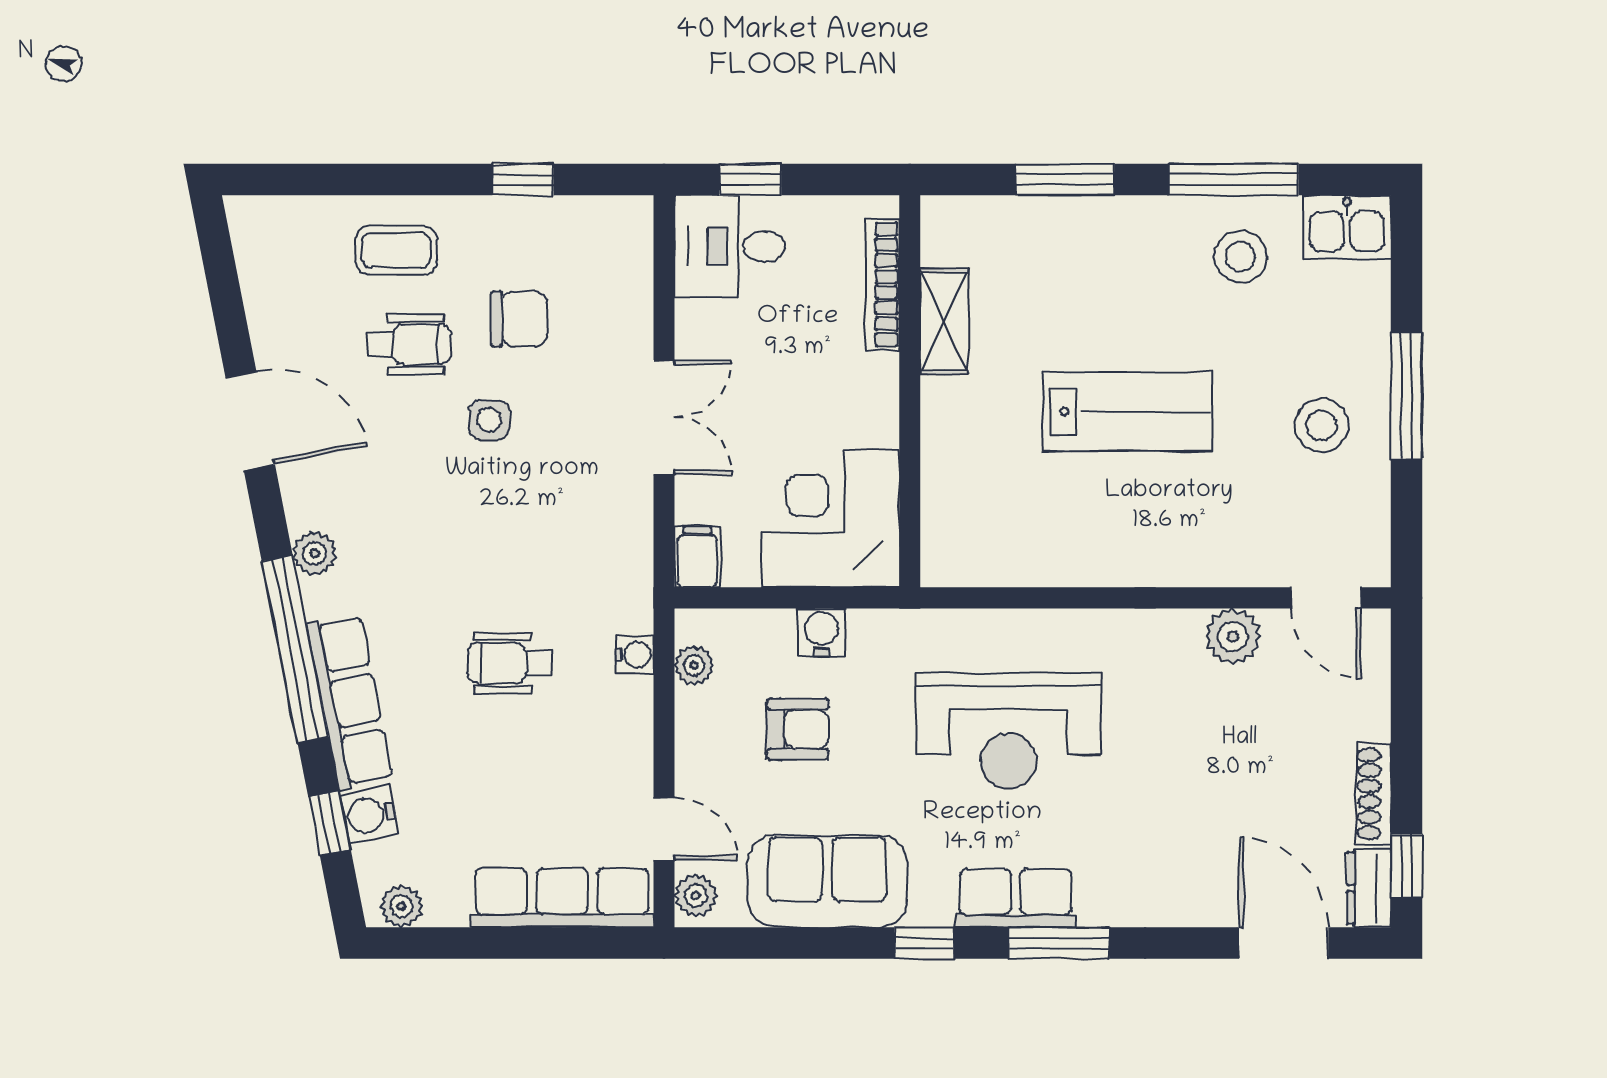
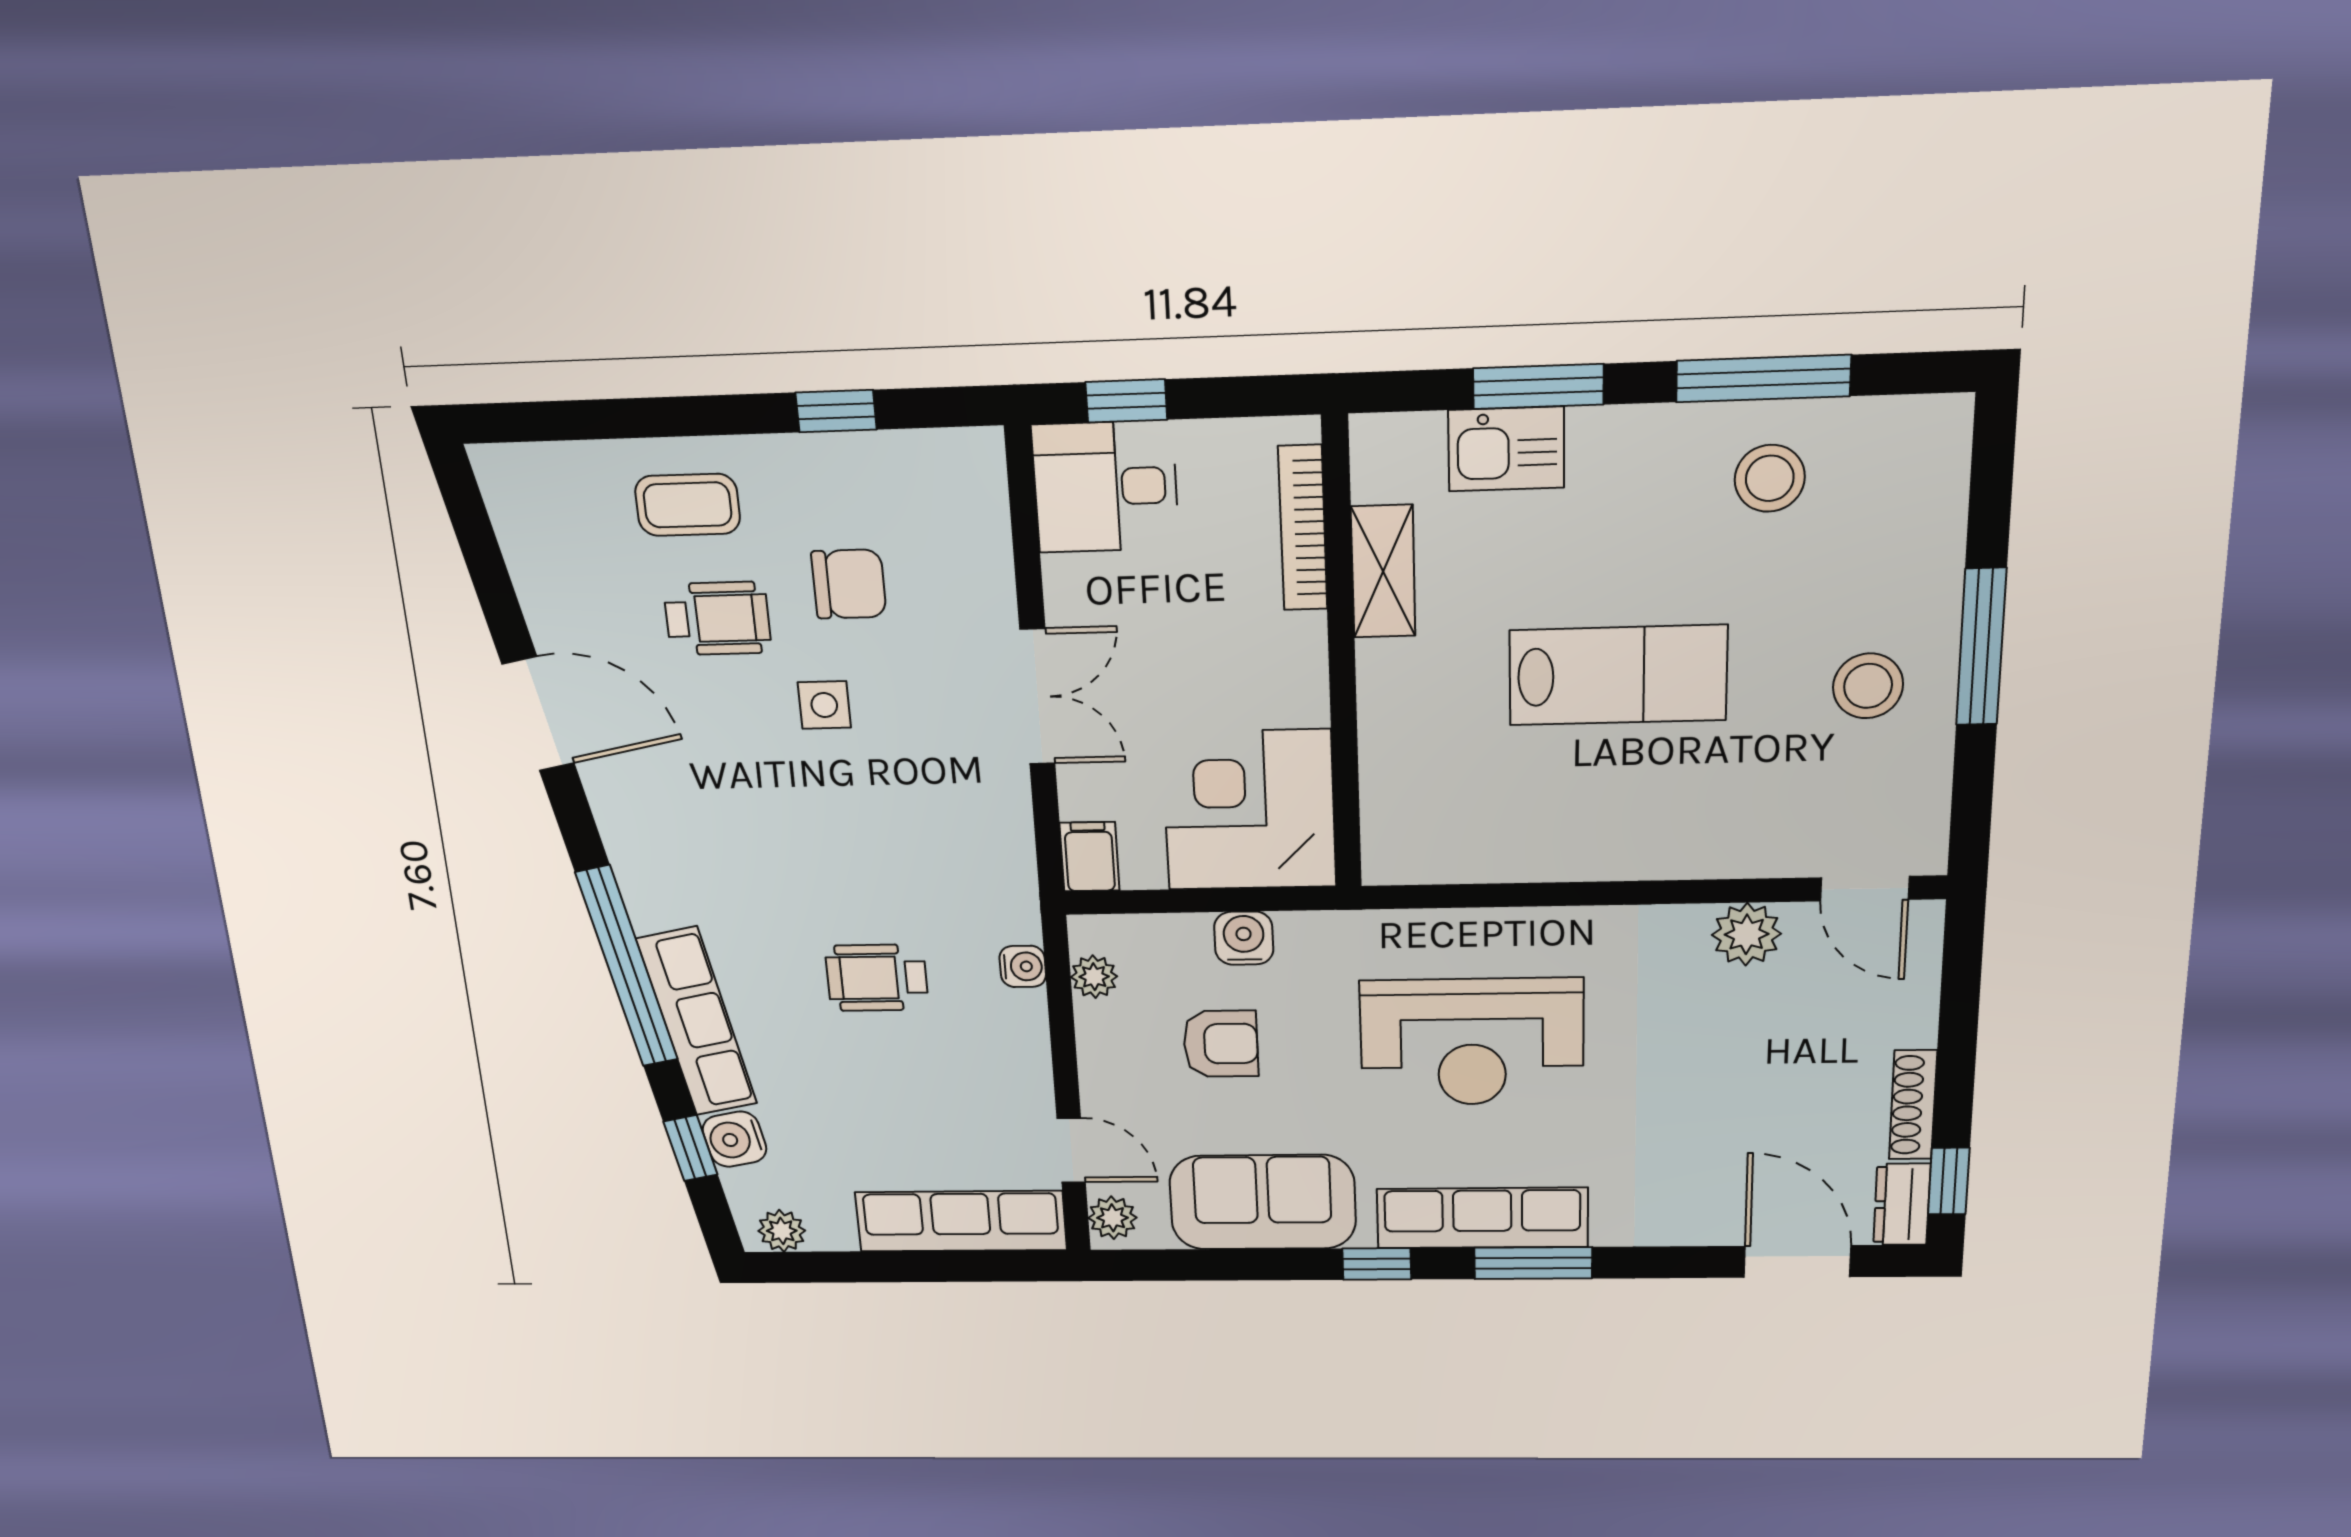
kitchen sink: (1347, 227) -> (1506, 449), moved
plant: (315, 553) -> (635, 862), removed
row of seats: (1016, 898) -> (1482, 1218), width x1.48

